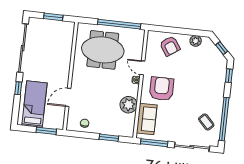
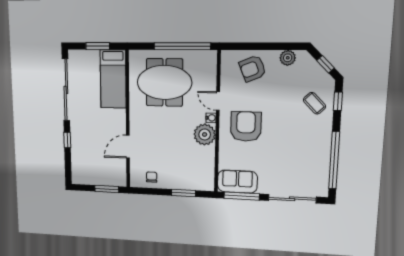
armchair: (170, 46) -> (253, 68), turned 102
bed: (34, 104) -> (113, 79), moved, turned 180
plant: (129, 105) -> (205, 134), moved
sofa: (147, 119) -> (237, 182), moved, turned -90
coffee table: (206, 122) -> (314, 103), moved

